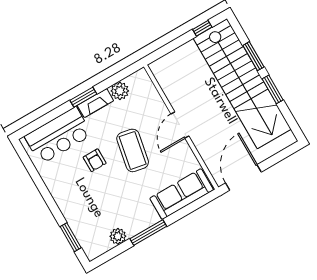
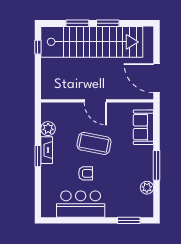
bar counter: (58, 136) -> (81, 204), moved, turned -90
sofa: (182, 194) -> (143, 127), width x0.73

